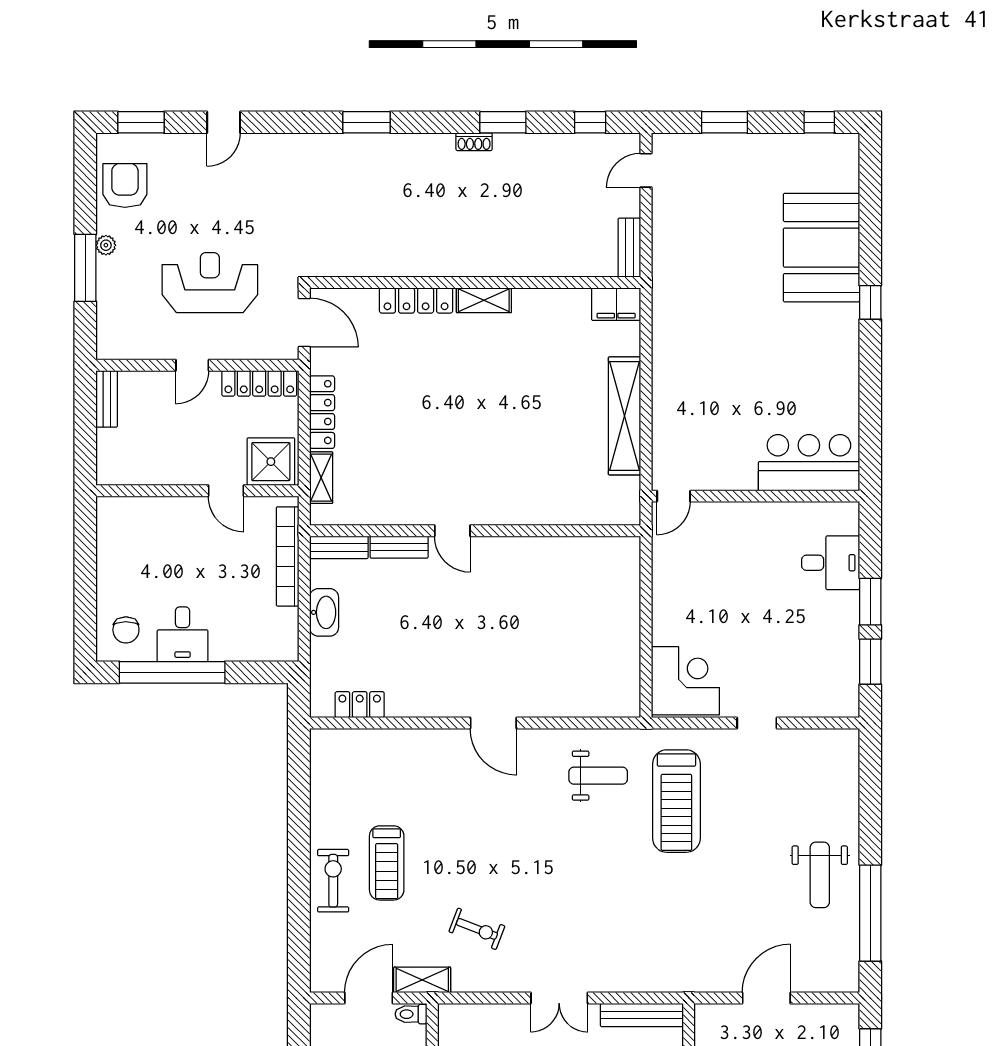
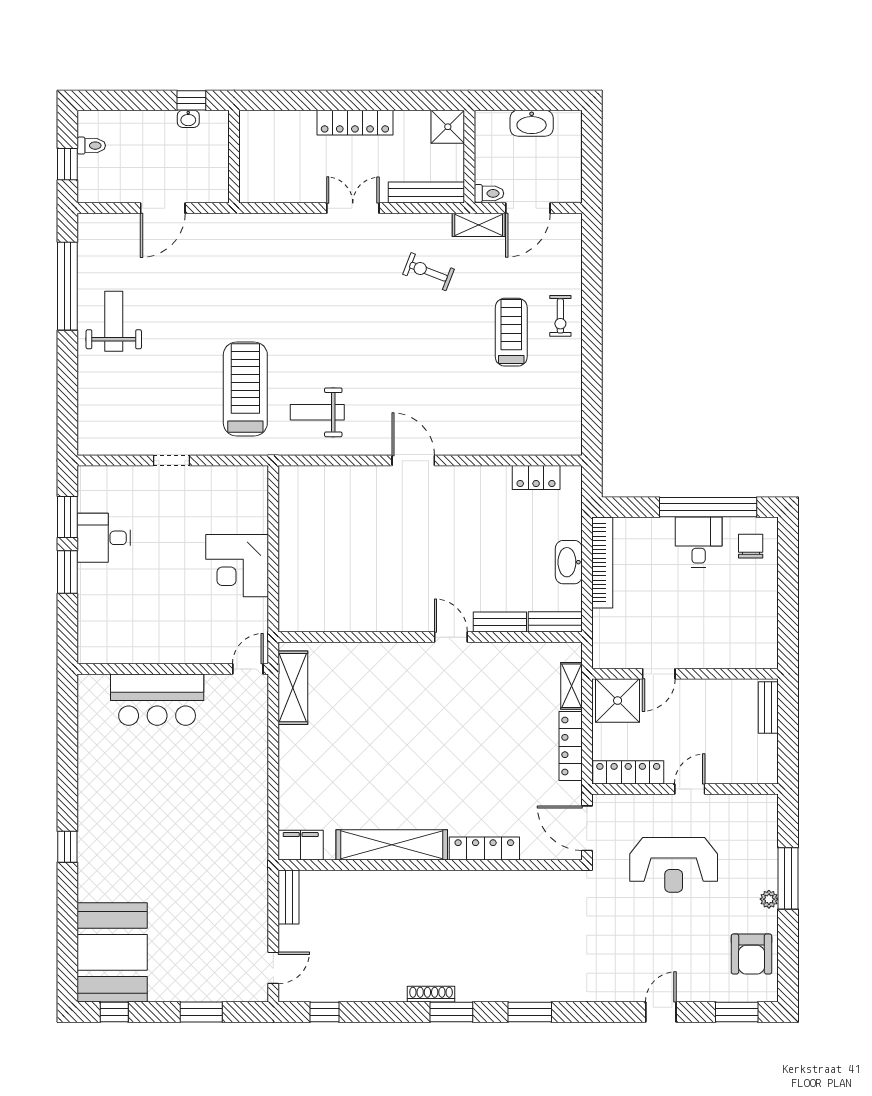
window: (503, 122) -> (451, 1012), moved
shoe rack: (474, 142) -> (431, 994), width x1.43
booth: (821, 248) -> (112, 952), moved
shelving: (484, 300) -> (392, 845), width x2.20, depth x1.33
bench: (107, 399) -> (768, 708), moved
shelving: (624, 416) -> (293, 688), moved, width x0.68
bar counter: (809, 463) -> (157, 700), moved
door: (226, 491) -> (659, 674), swing flipped
bookcase: (288, 556) -> (602, 563), moved
desk: (831, 563) -> (104, 538), moved
corner desk: (685, 681) -> (237, 566), moved
exercise bike: (333, 881) -> (560, 316), width x0.73, depth x0.72
bench: (642, 1015) -> (426, 193), moved

